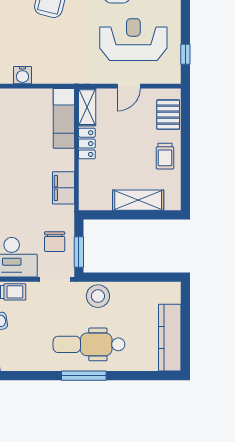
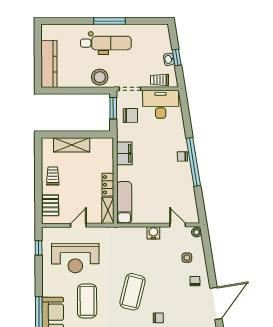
chair: (55, 242) -> (130, 115), turned 90
kitchen counter: (170, 338) -> (49, 64), moved

